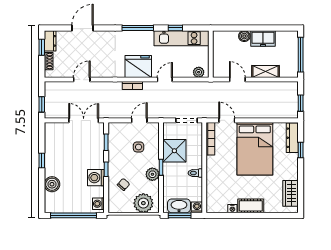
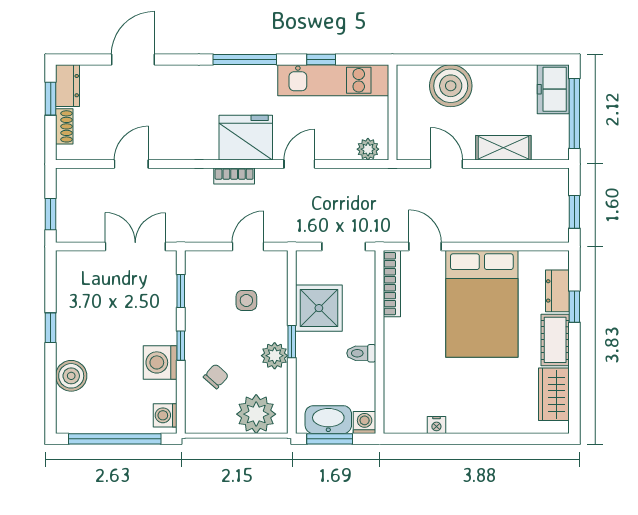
boiler: (244, 36) -> (451, 86), width x1.86, depth x1.86
freezer: (263, 38) -> (553, 89), moved, turned 90
dresser: (292, 138) -> (557, 291), width x0.70
cot: (251, 206) -> (555, 340), moved, turned 90

